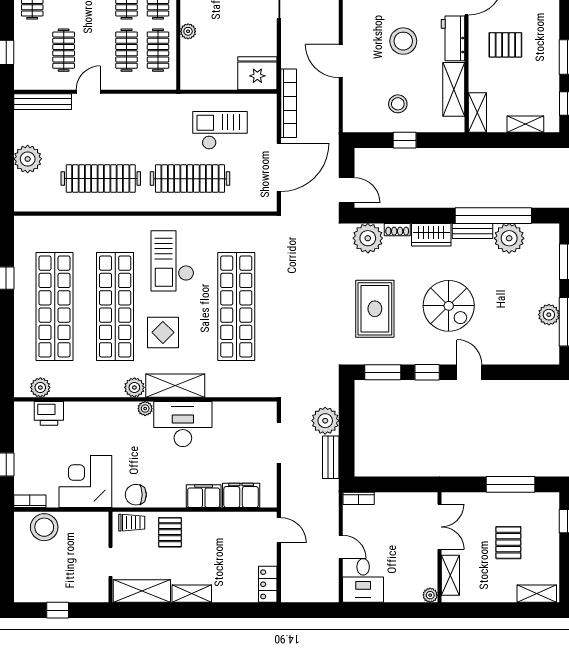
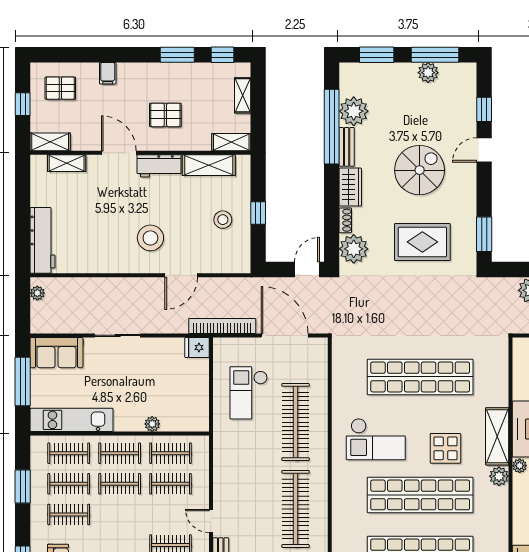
stool: (403, 41) -> (150, 238), moved
pallet: (505, 45) -> (165, 115), turned 90
fridge: (257, 73) -> (197, 347), width x0.53, depth x0.75
window: (427, 372) -> (484, 109), moved

